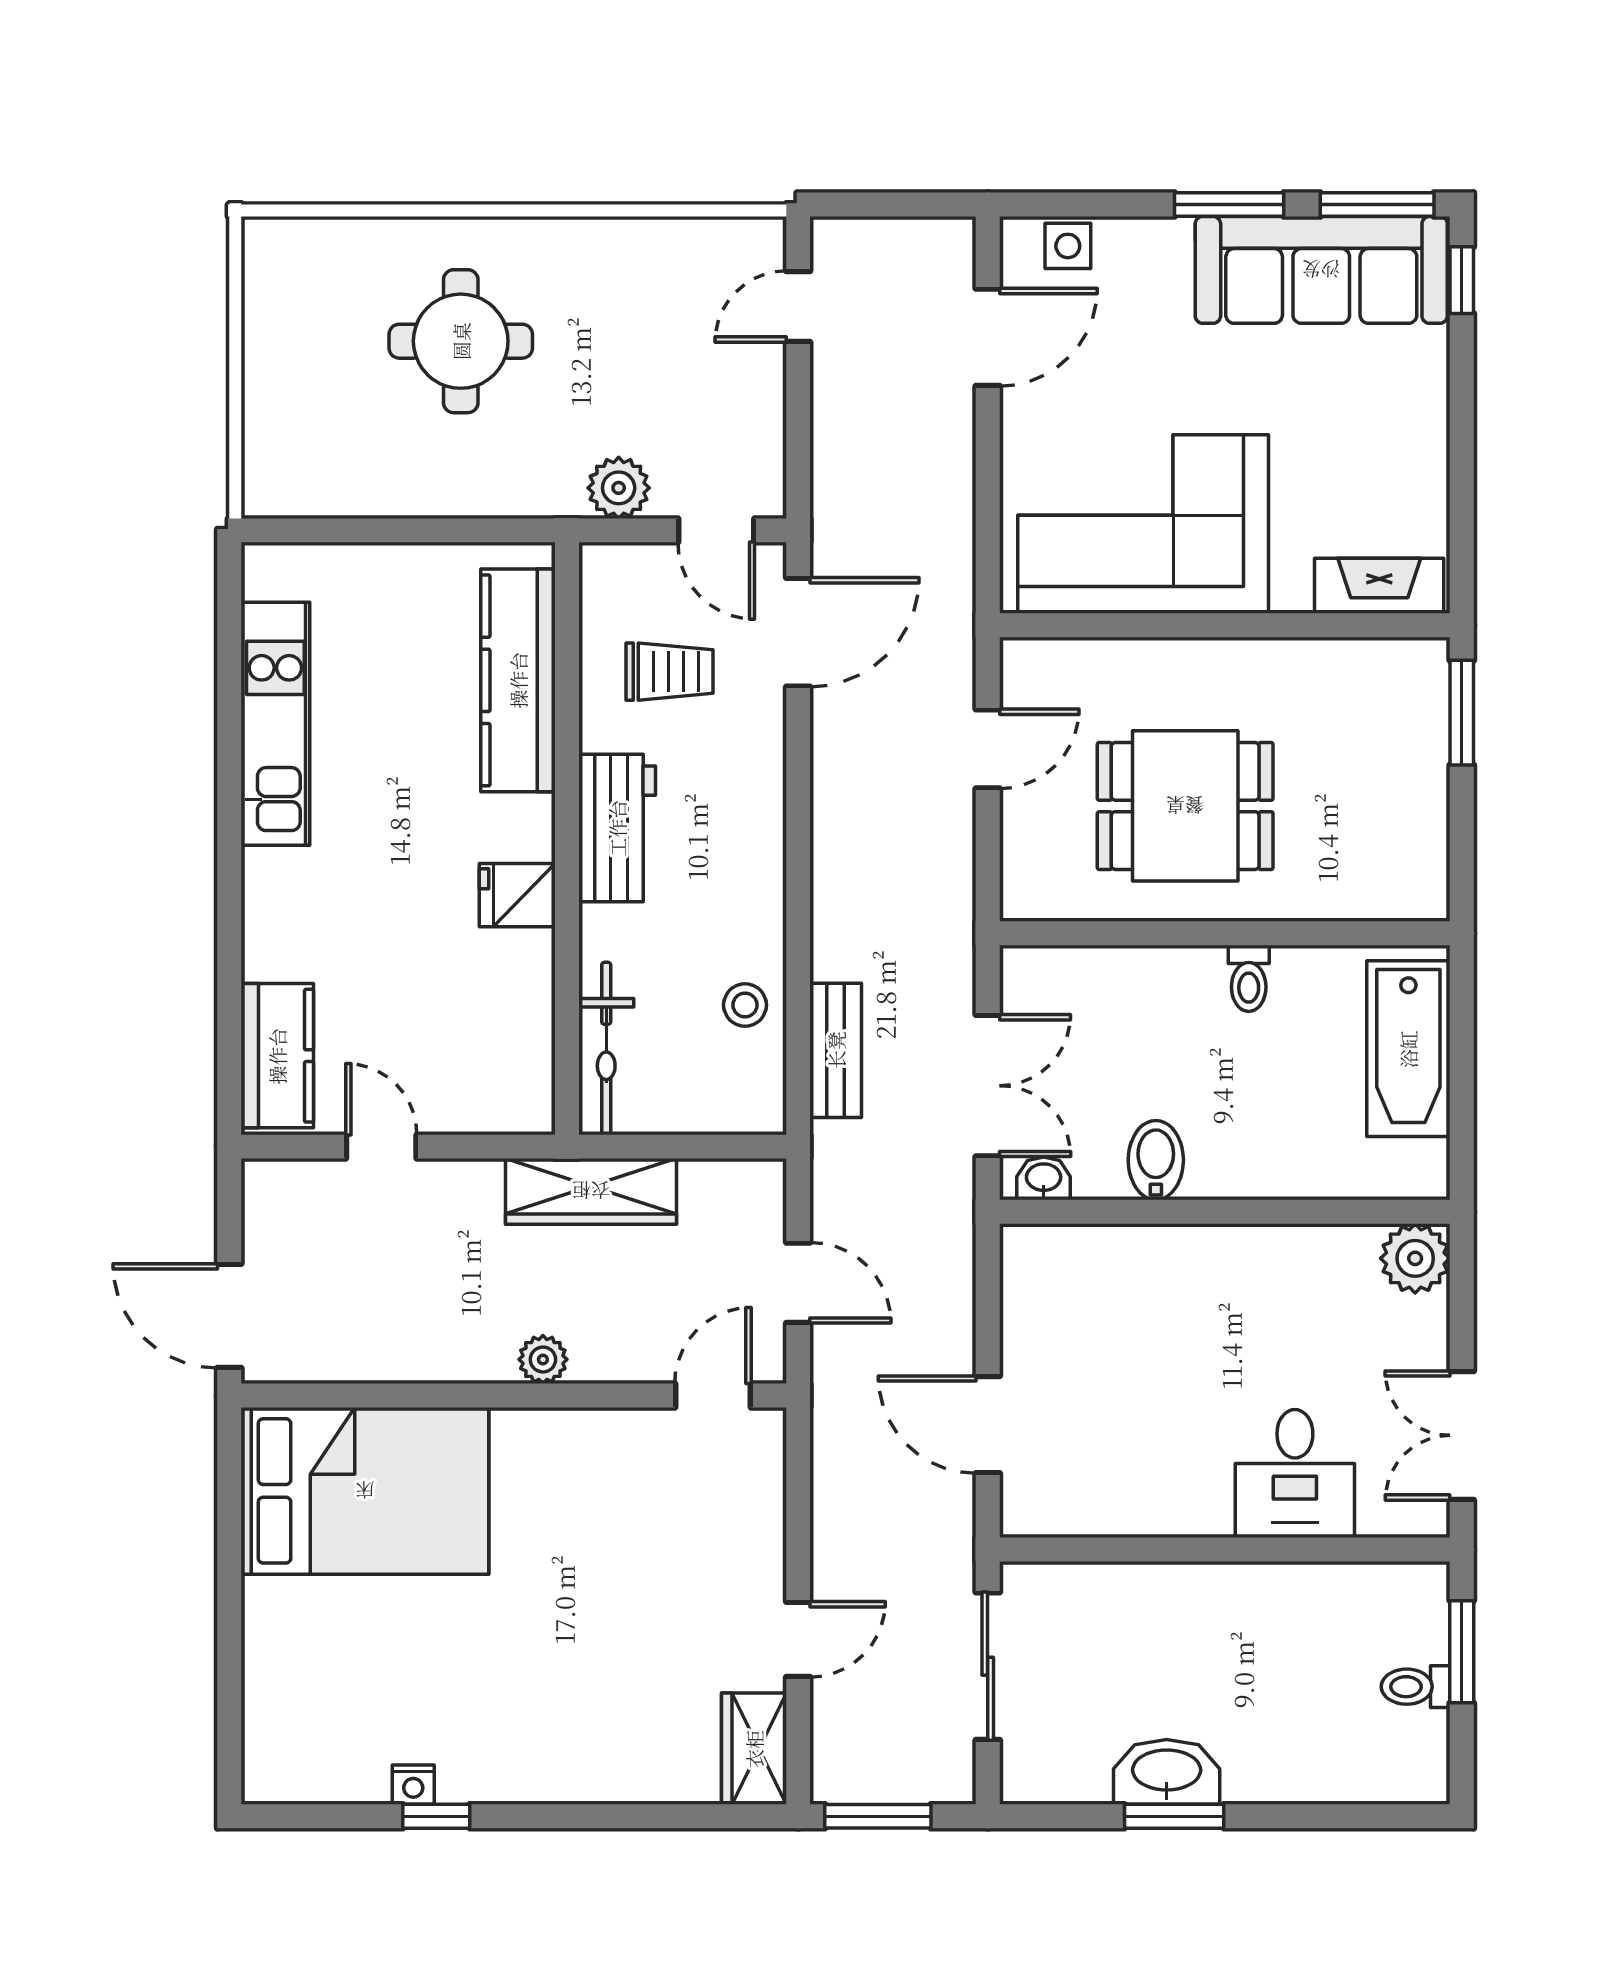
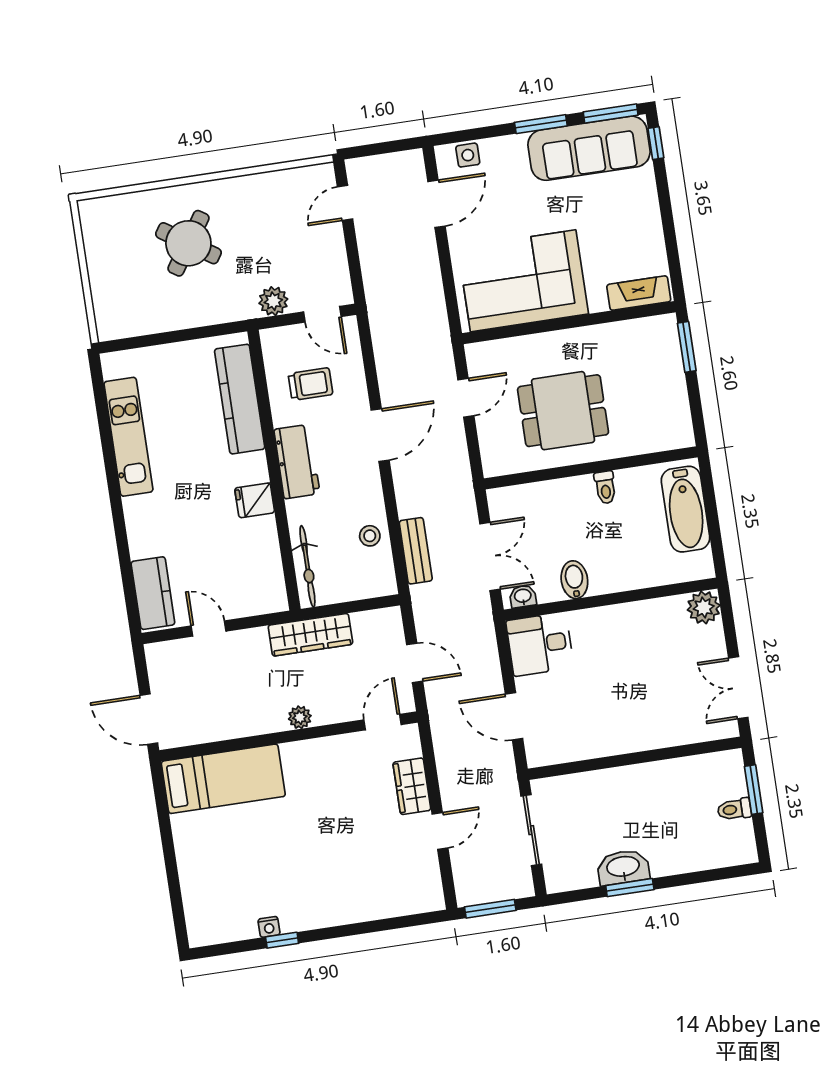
round table: (461, 341) -> (188, 243), turned 34
door: (798, 632) -> (380, 435), moved
desk: (1295, 1474) -> (540, 644), moved, turned 90
bed: (365, 1491) -> (223, 779), width x0.67
wardrobe: (754, 1749) -> (412, 786), moved

